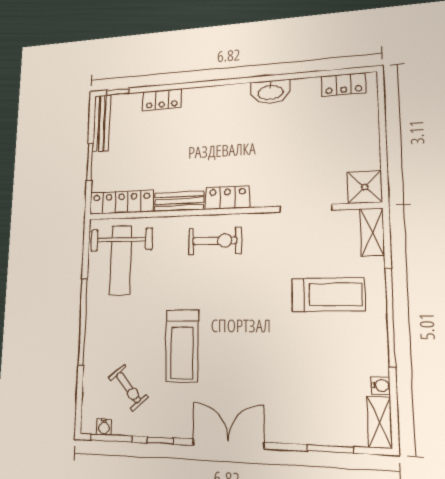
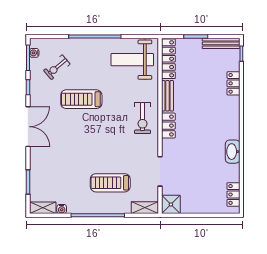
treadmill: (328, 295) -> (110, 183), turned 90

